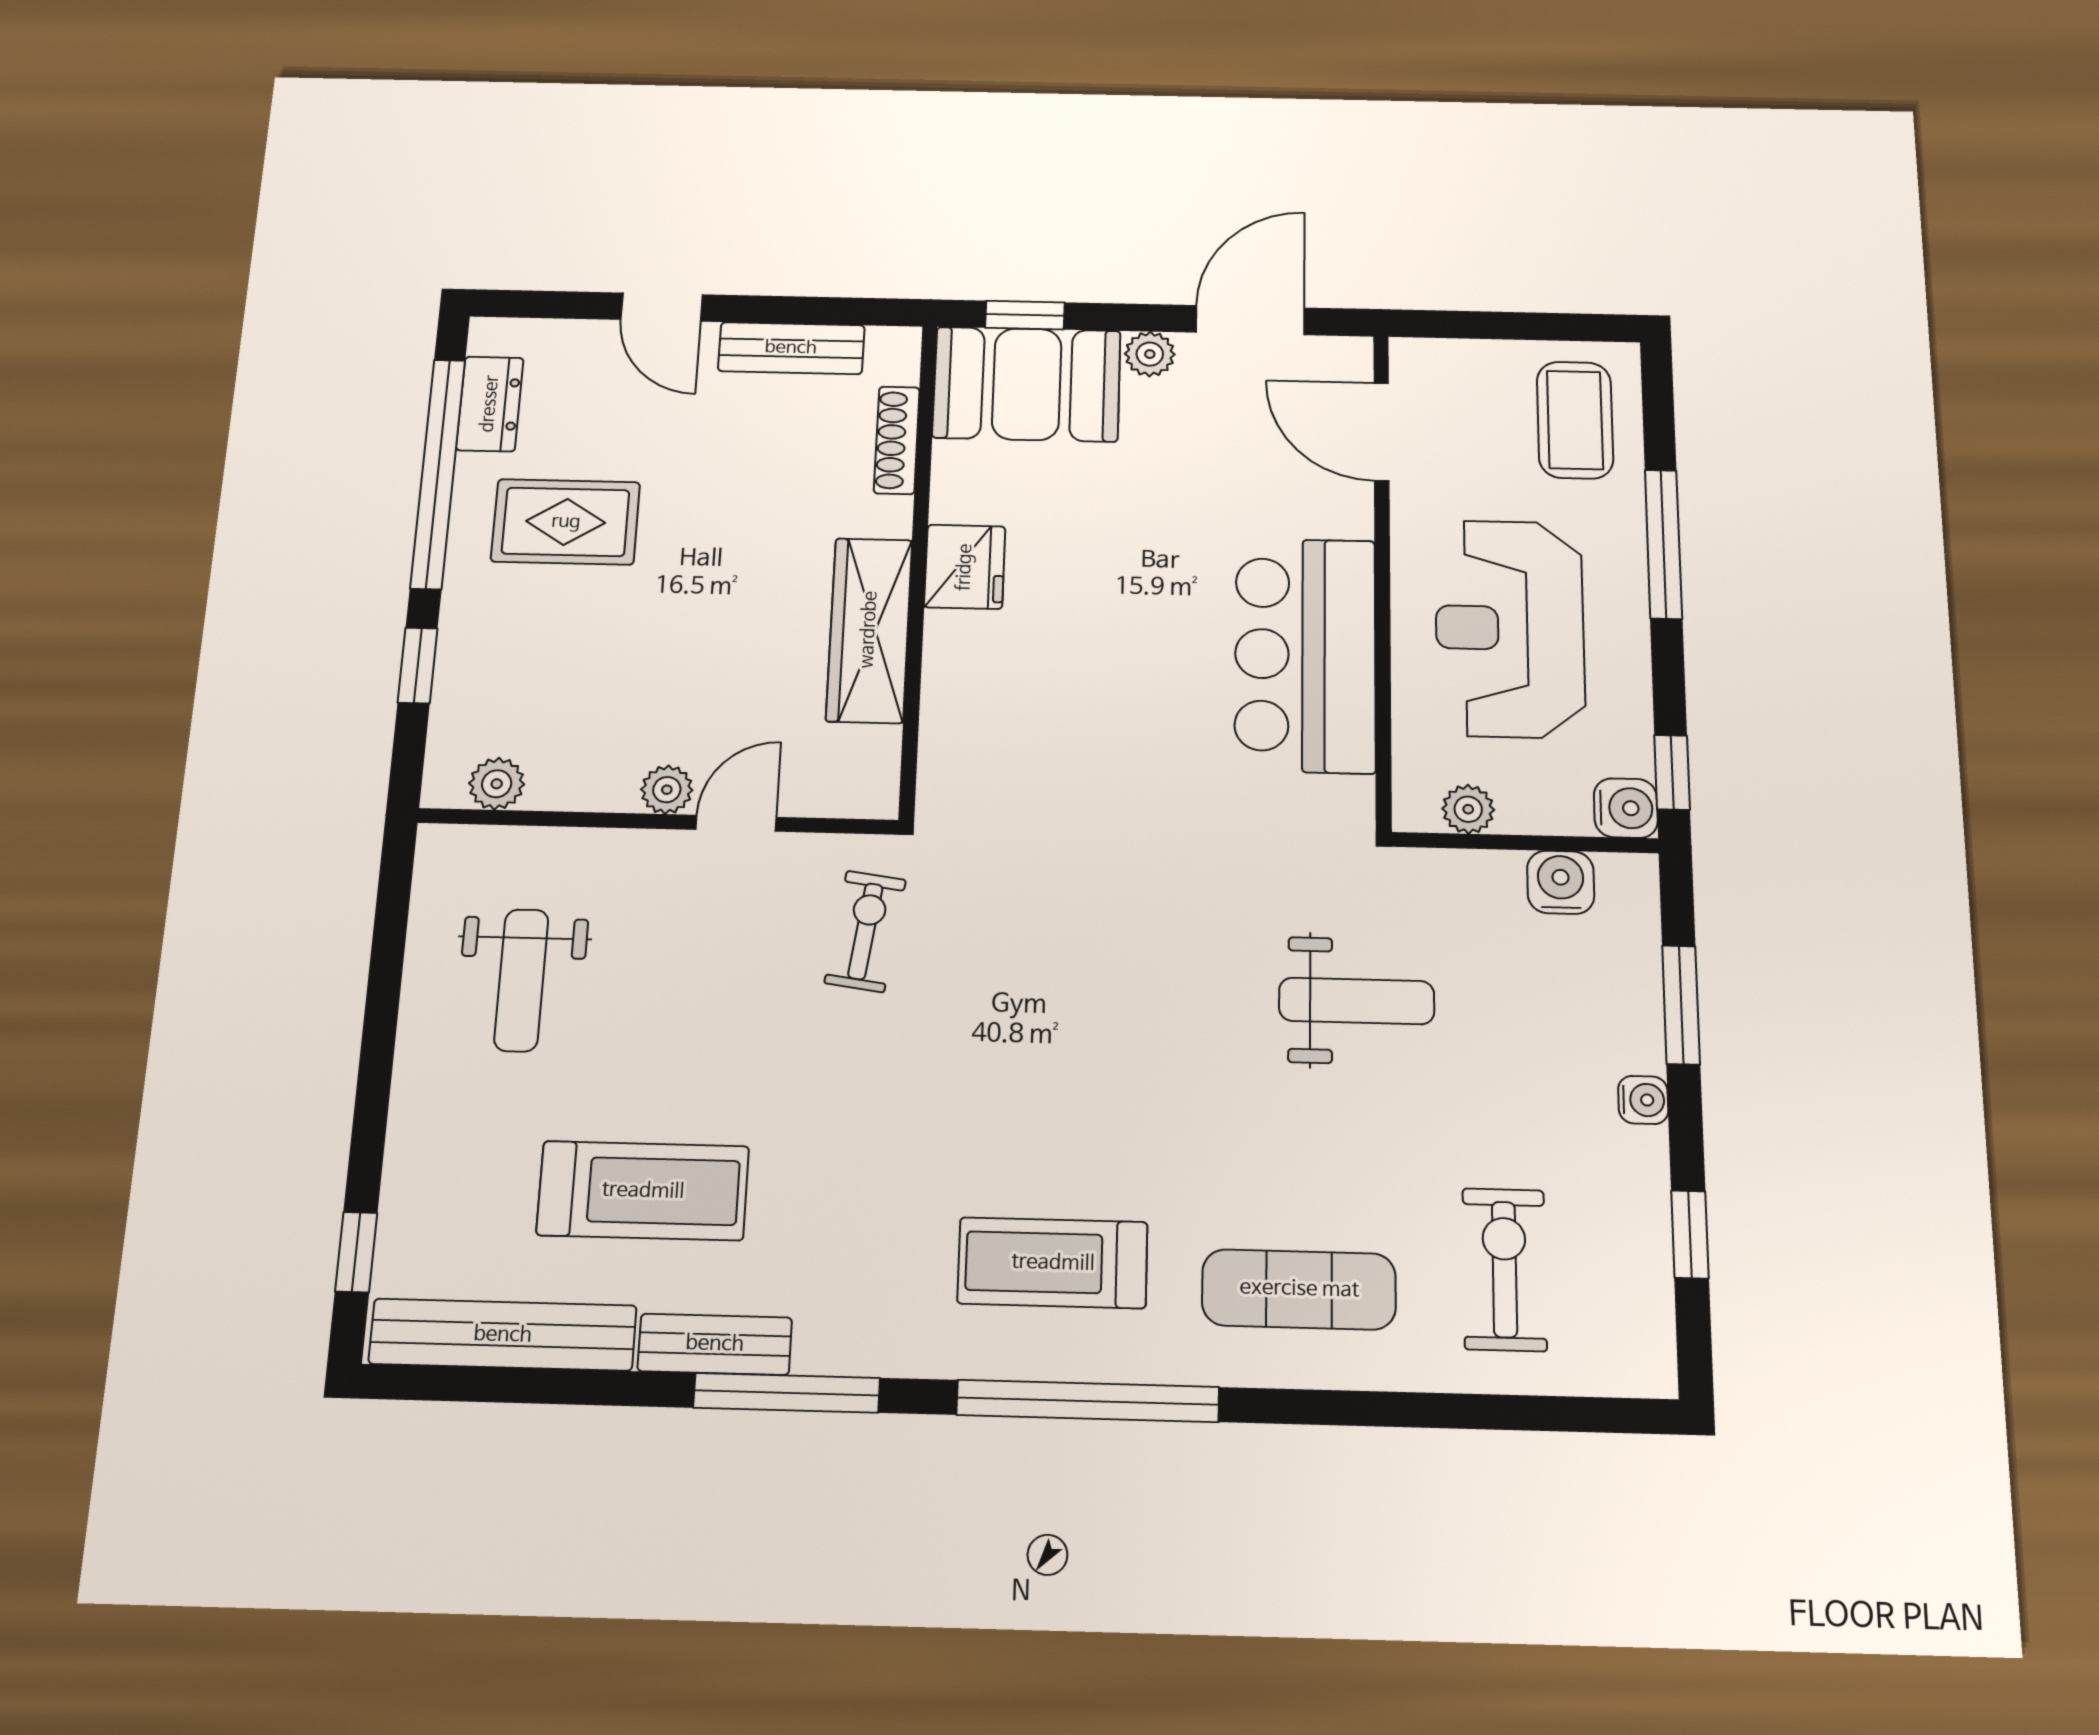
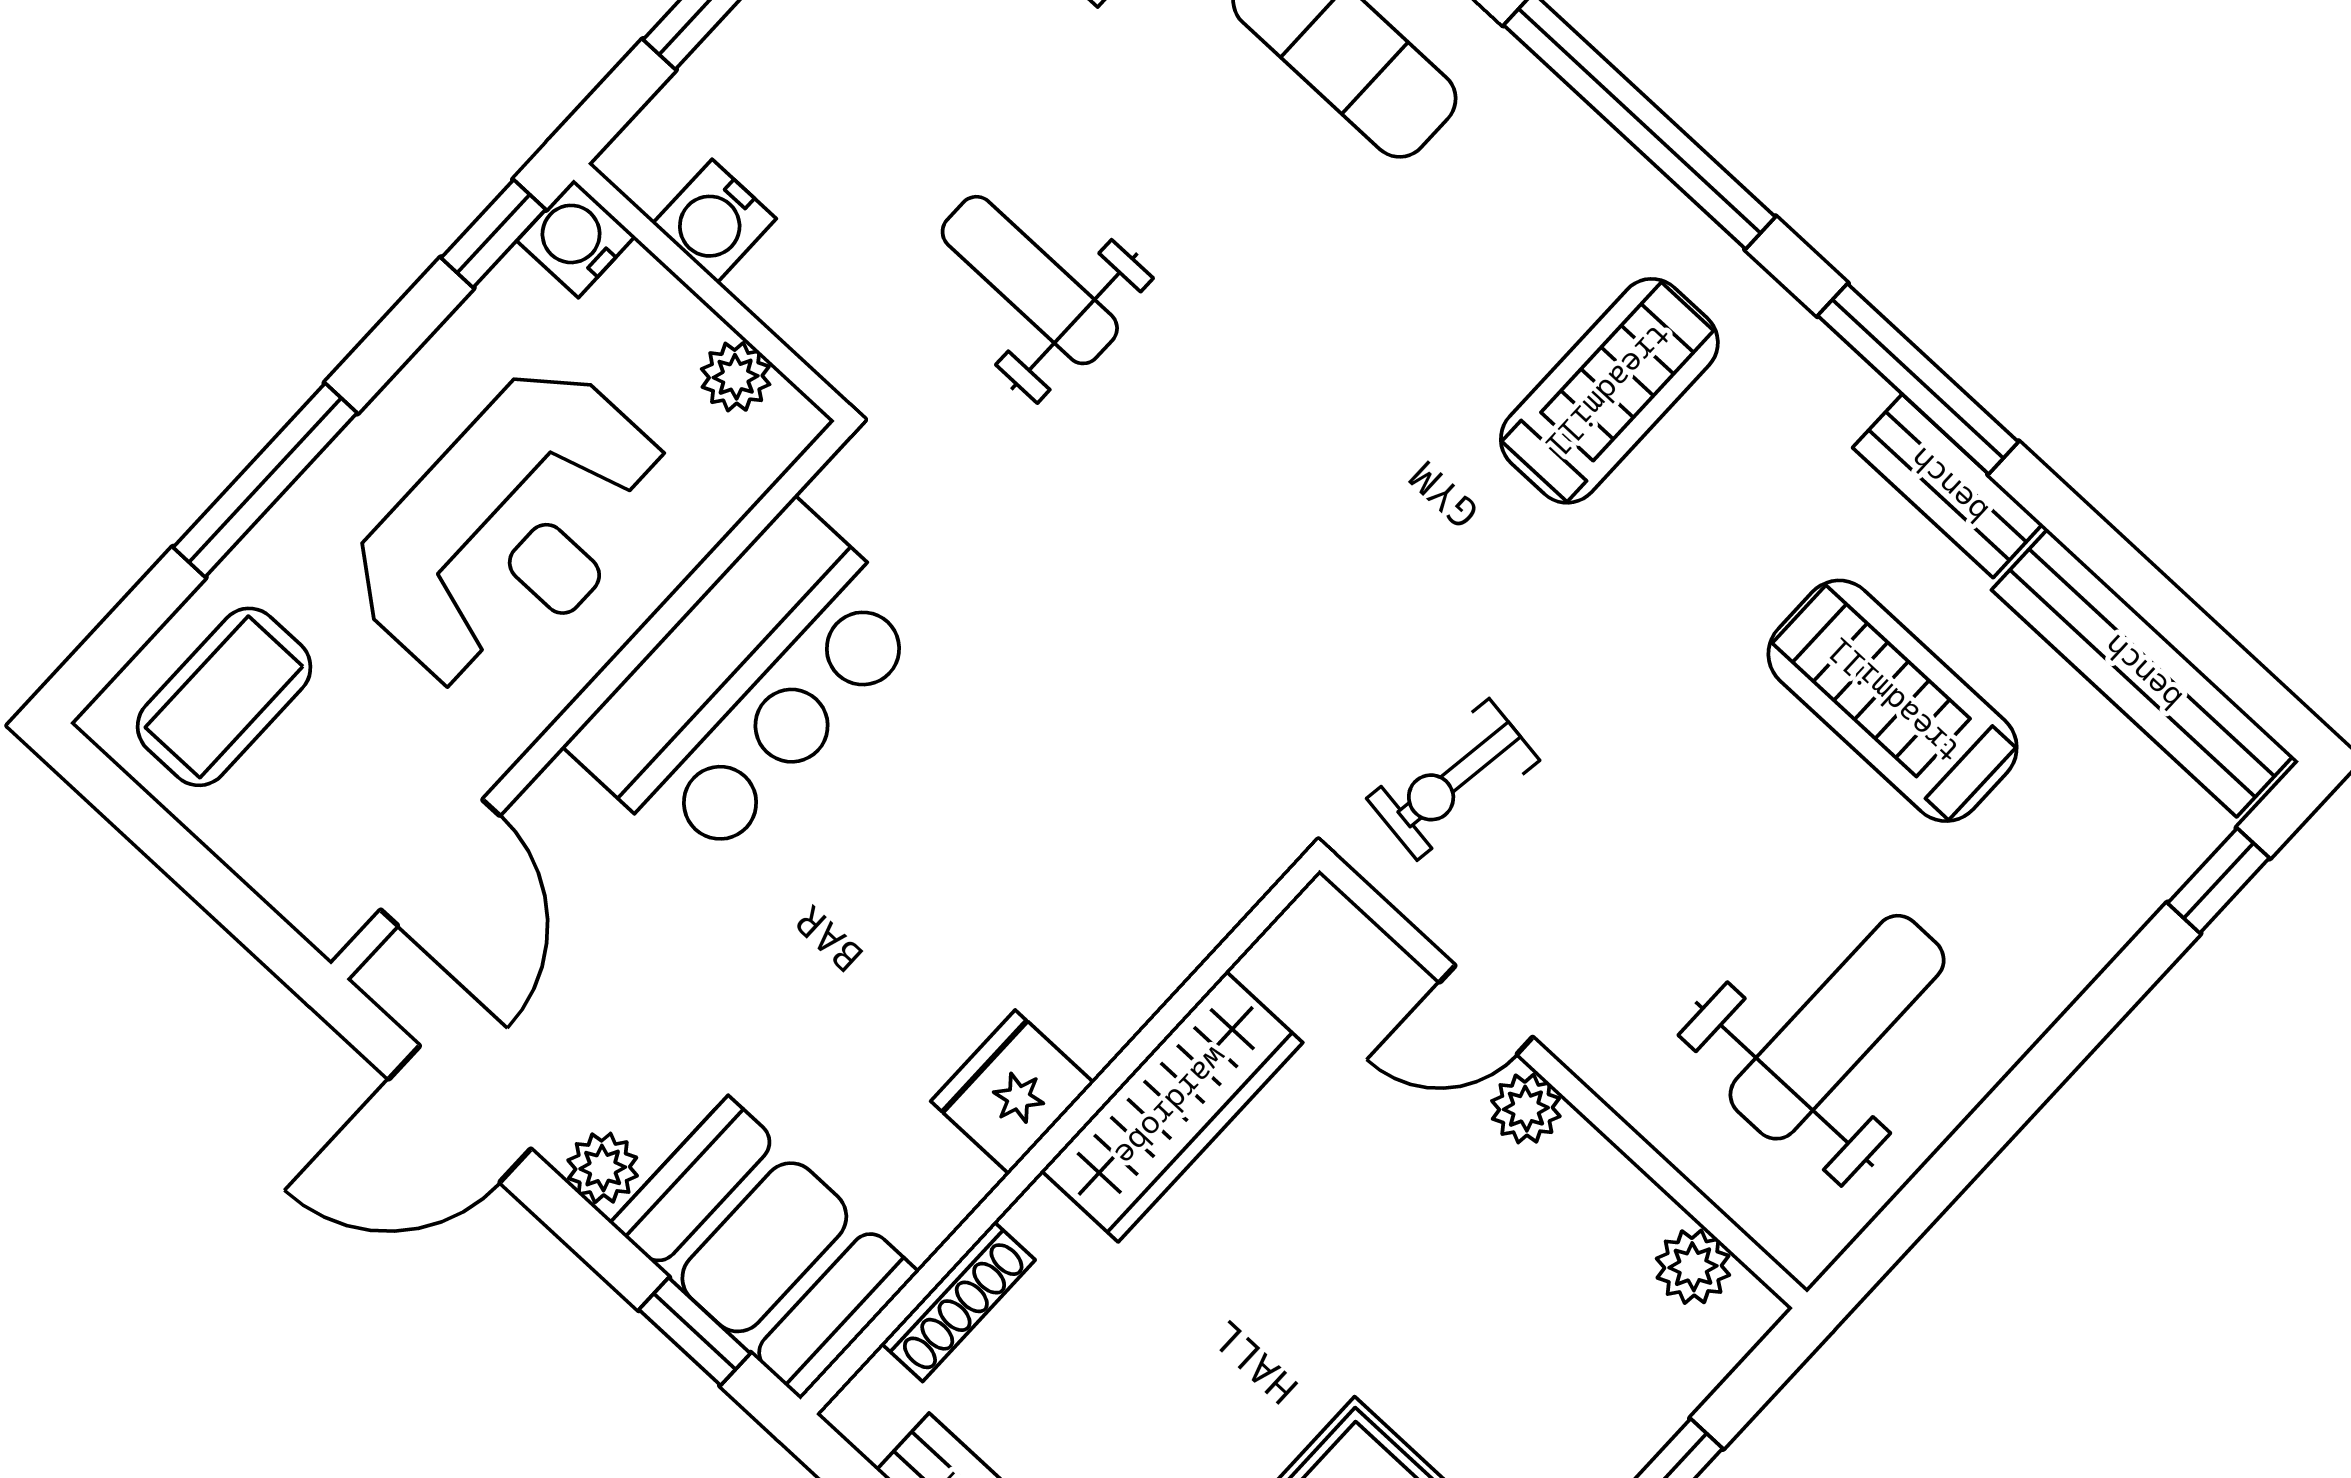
weight bench: (521, 980) -> (1837, 1027), width x1.36, depth x1.33
treadmill: (1053, 1263) -> (1609, 391), moved, turned -90

